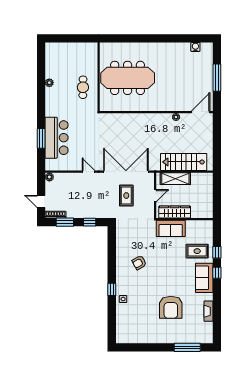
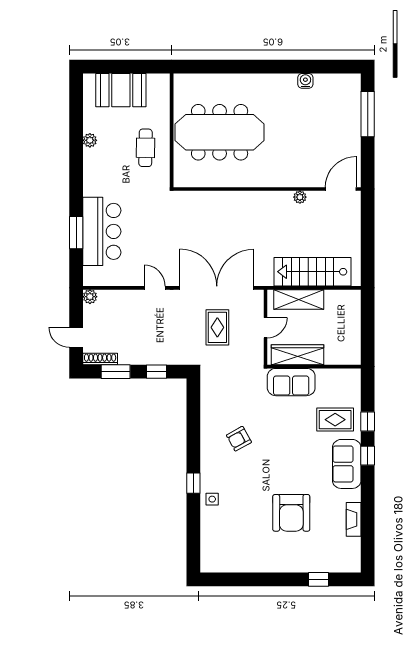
water cooler: (195, 47) -> (305, 81), moved
booth: (68, 52) -> (121, 90), added
window: (217, 78) -> (368, 114), moved
window: (187, 347) -> (318, 579), width x0.46

